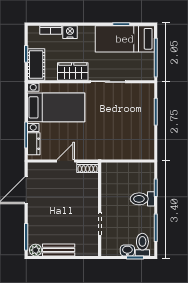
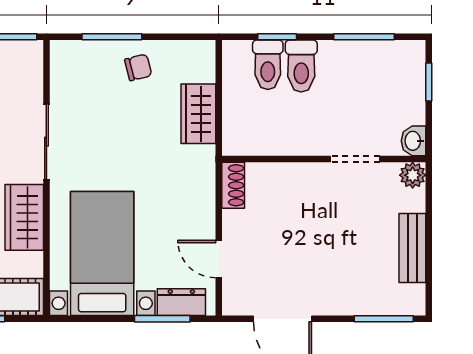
chair: (142, 124) -> (138, 67), added
wardrobe: (120, 152) -> (198, 114), added
door: (66, 161) -> (219, 259), moved
toilet: (142, 245) -> (268, 65), moved, turned -90
plant: (36, 250) -> (413, 175), moved
washbasin: (127, 250) -> (414, 141), moved

